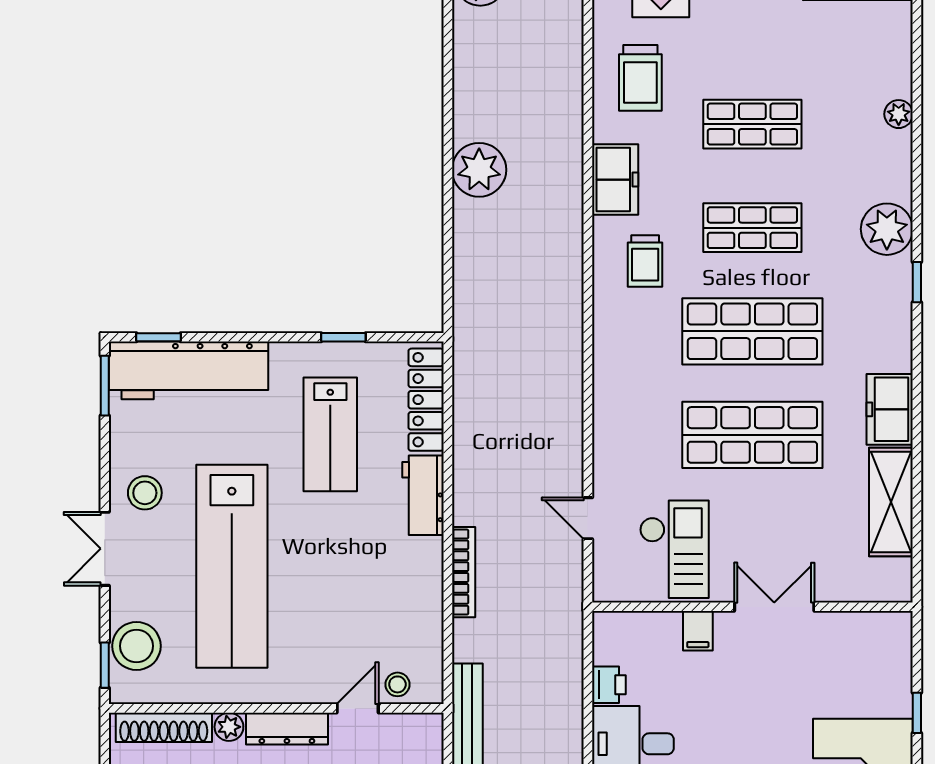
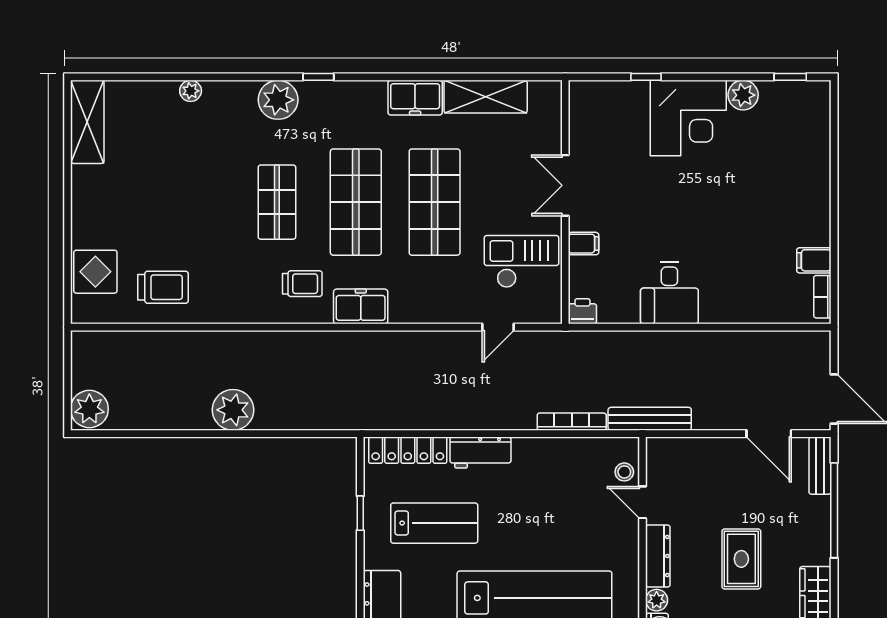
shop shelf: (752, 124) -> (198, 202), removed
freezer: (615, 180) -> (361, 306), moved
bookcase: (464, 572) -> (572, 422), moved
printer: (609, 685) -> (582, 311), moved

